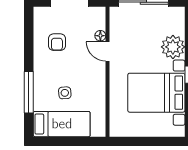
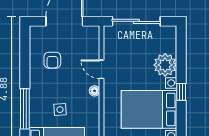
floor lamp: (100, 36) -> (95, 91), moved

